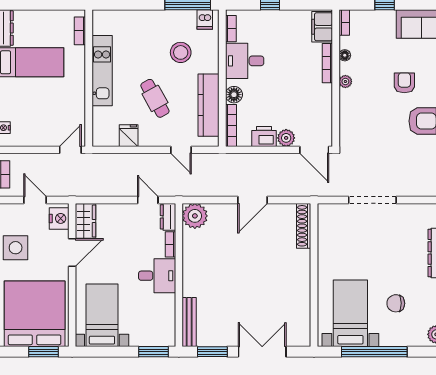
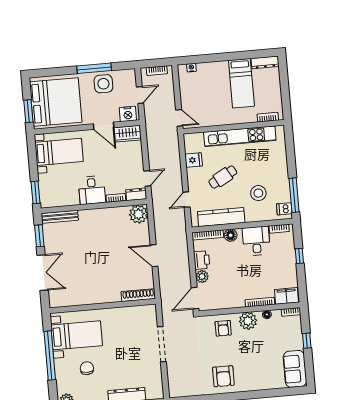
kitchen unit: (102, 71) -> (240, 136), width x1.36
plant: (345, 81) -> (248, 321), width x1.88, depth x1.88
armchair: (404, 83) -> (223, 328), moved, turned 90

